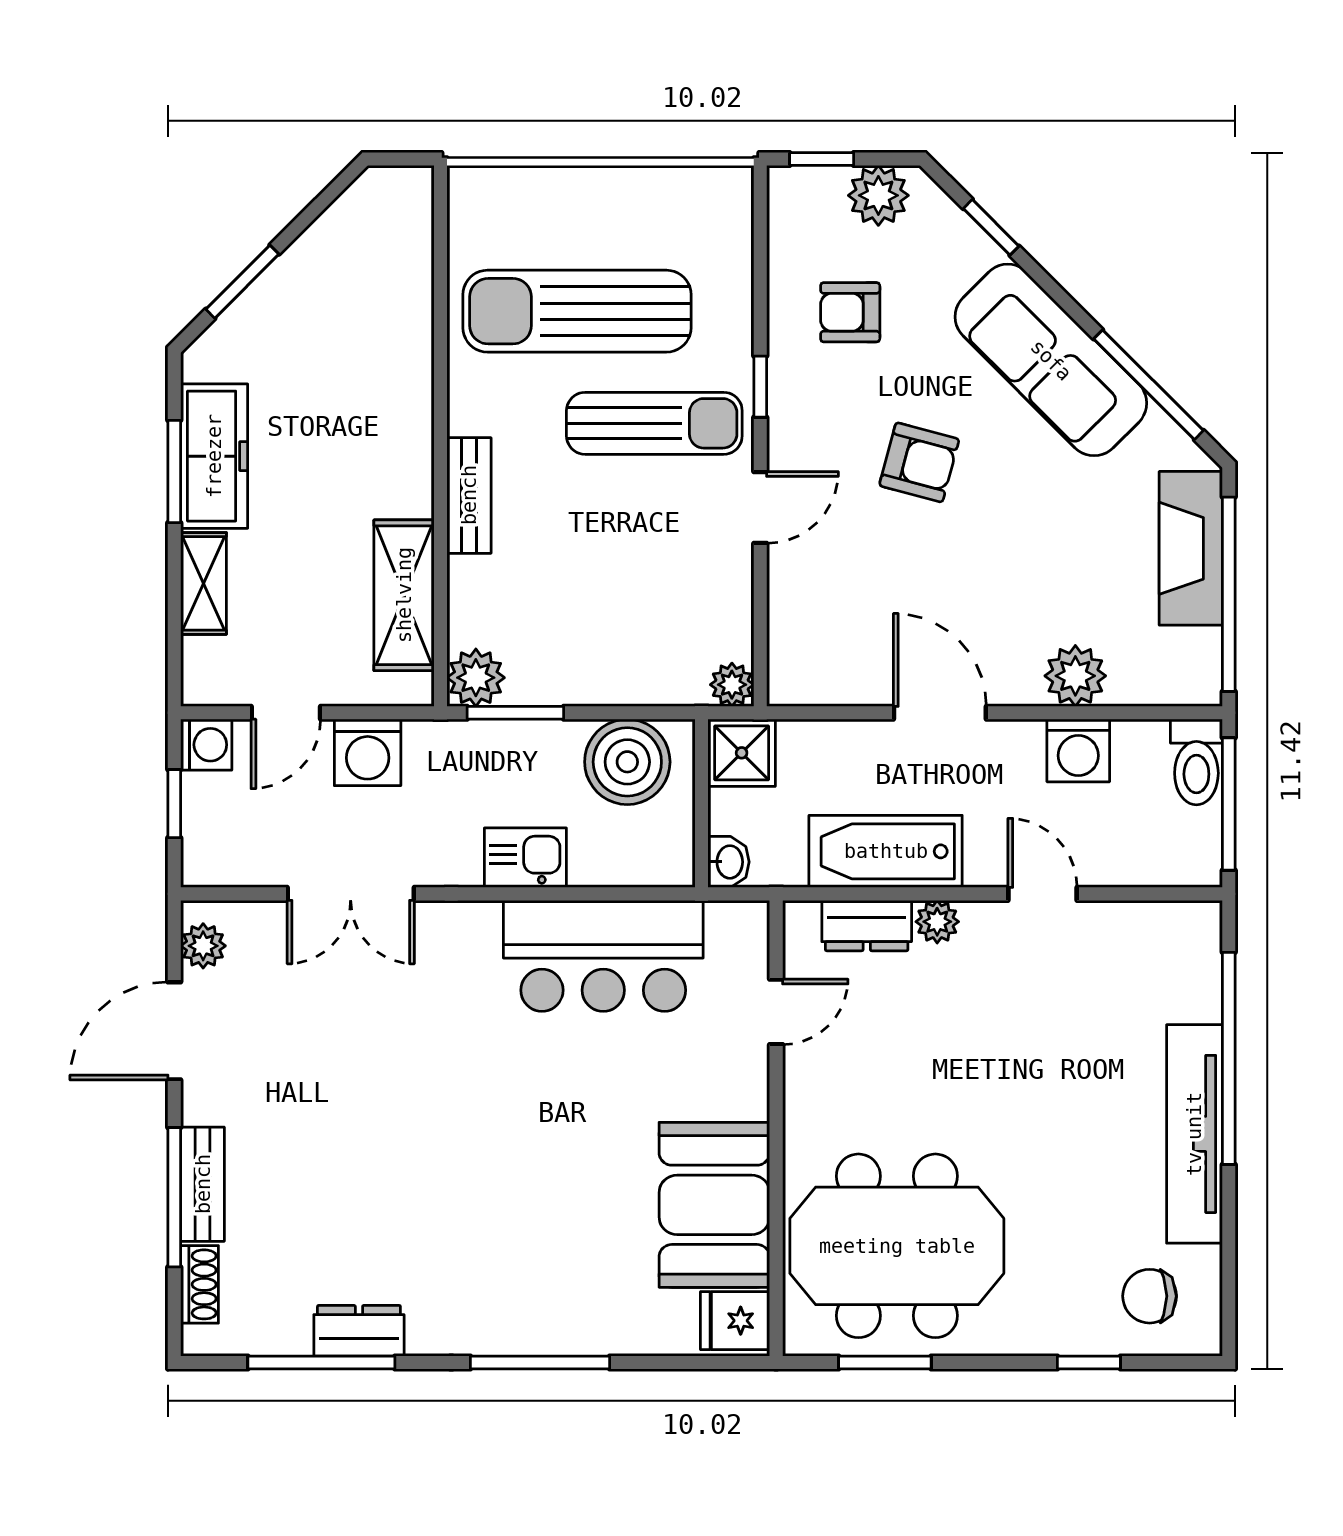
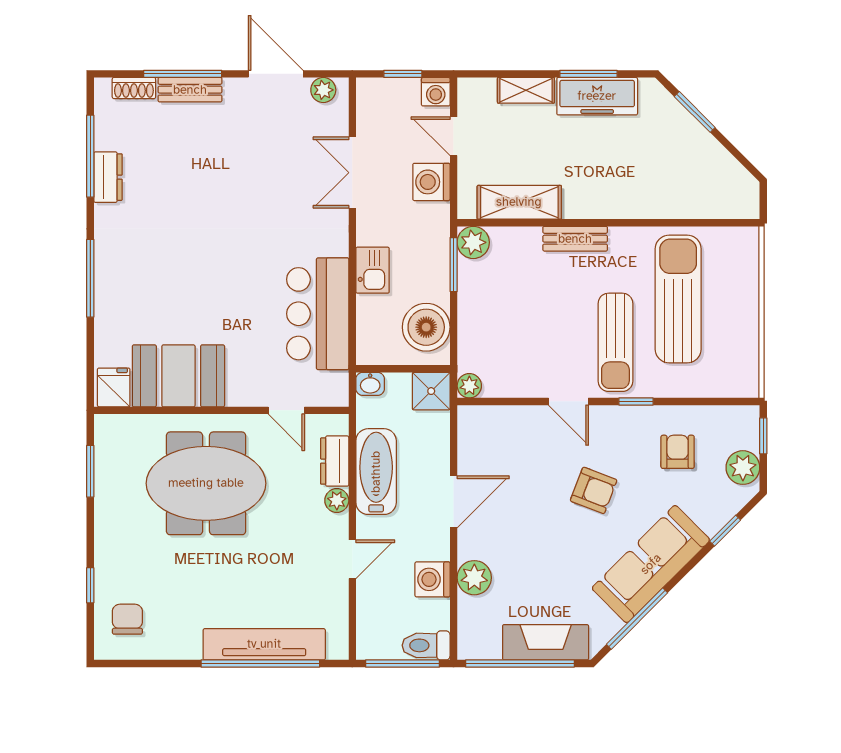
armchair: (919, 462) -> (594, 490), turned -84
tv unit: (1194, 1134) -> (264, 644), moved
meeting table: (897, 1246) -> (206, 483), moved, turned 90

